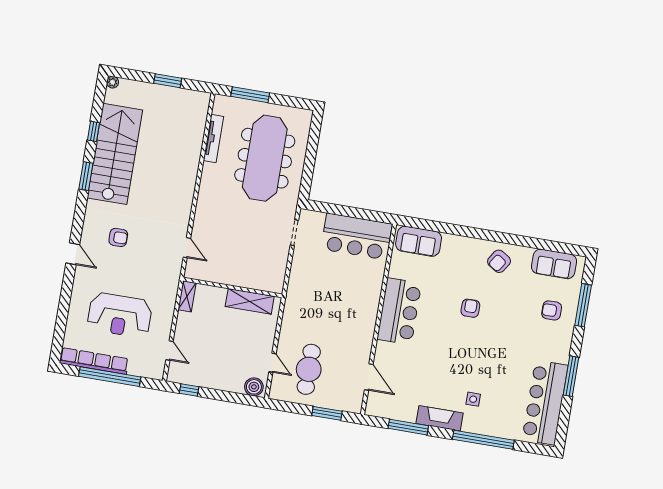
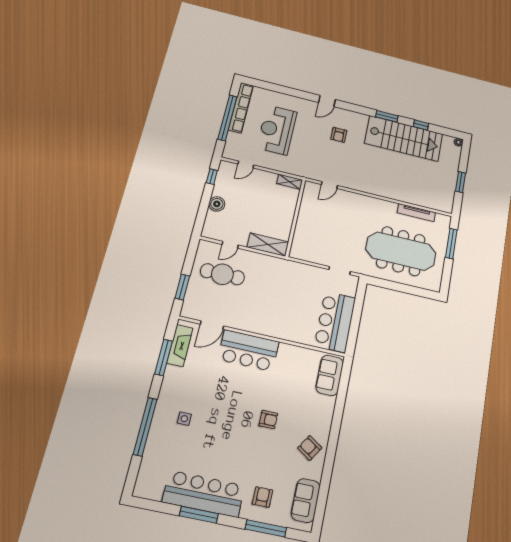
shelving: (250, 301) -> (268, 245), moved, turned 90
bar counter: (399, 311) -> (248, 350), moved
boiler: (254, 387) -> (217, 204), moved
bar counter: (545, 403) -> (204, 494), moved
fireplace: (440, 418) -> (180, 346), moved

